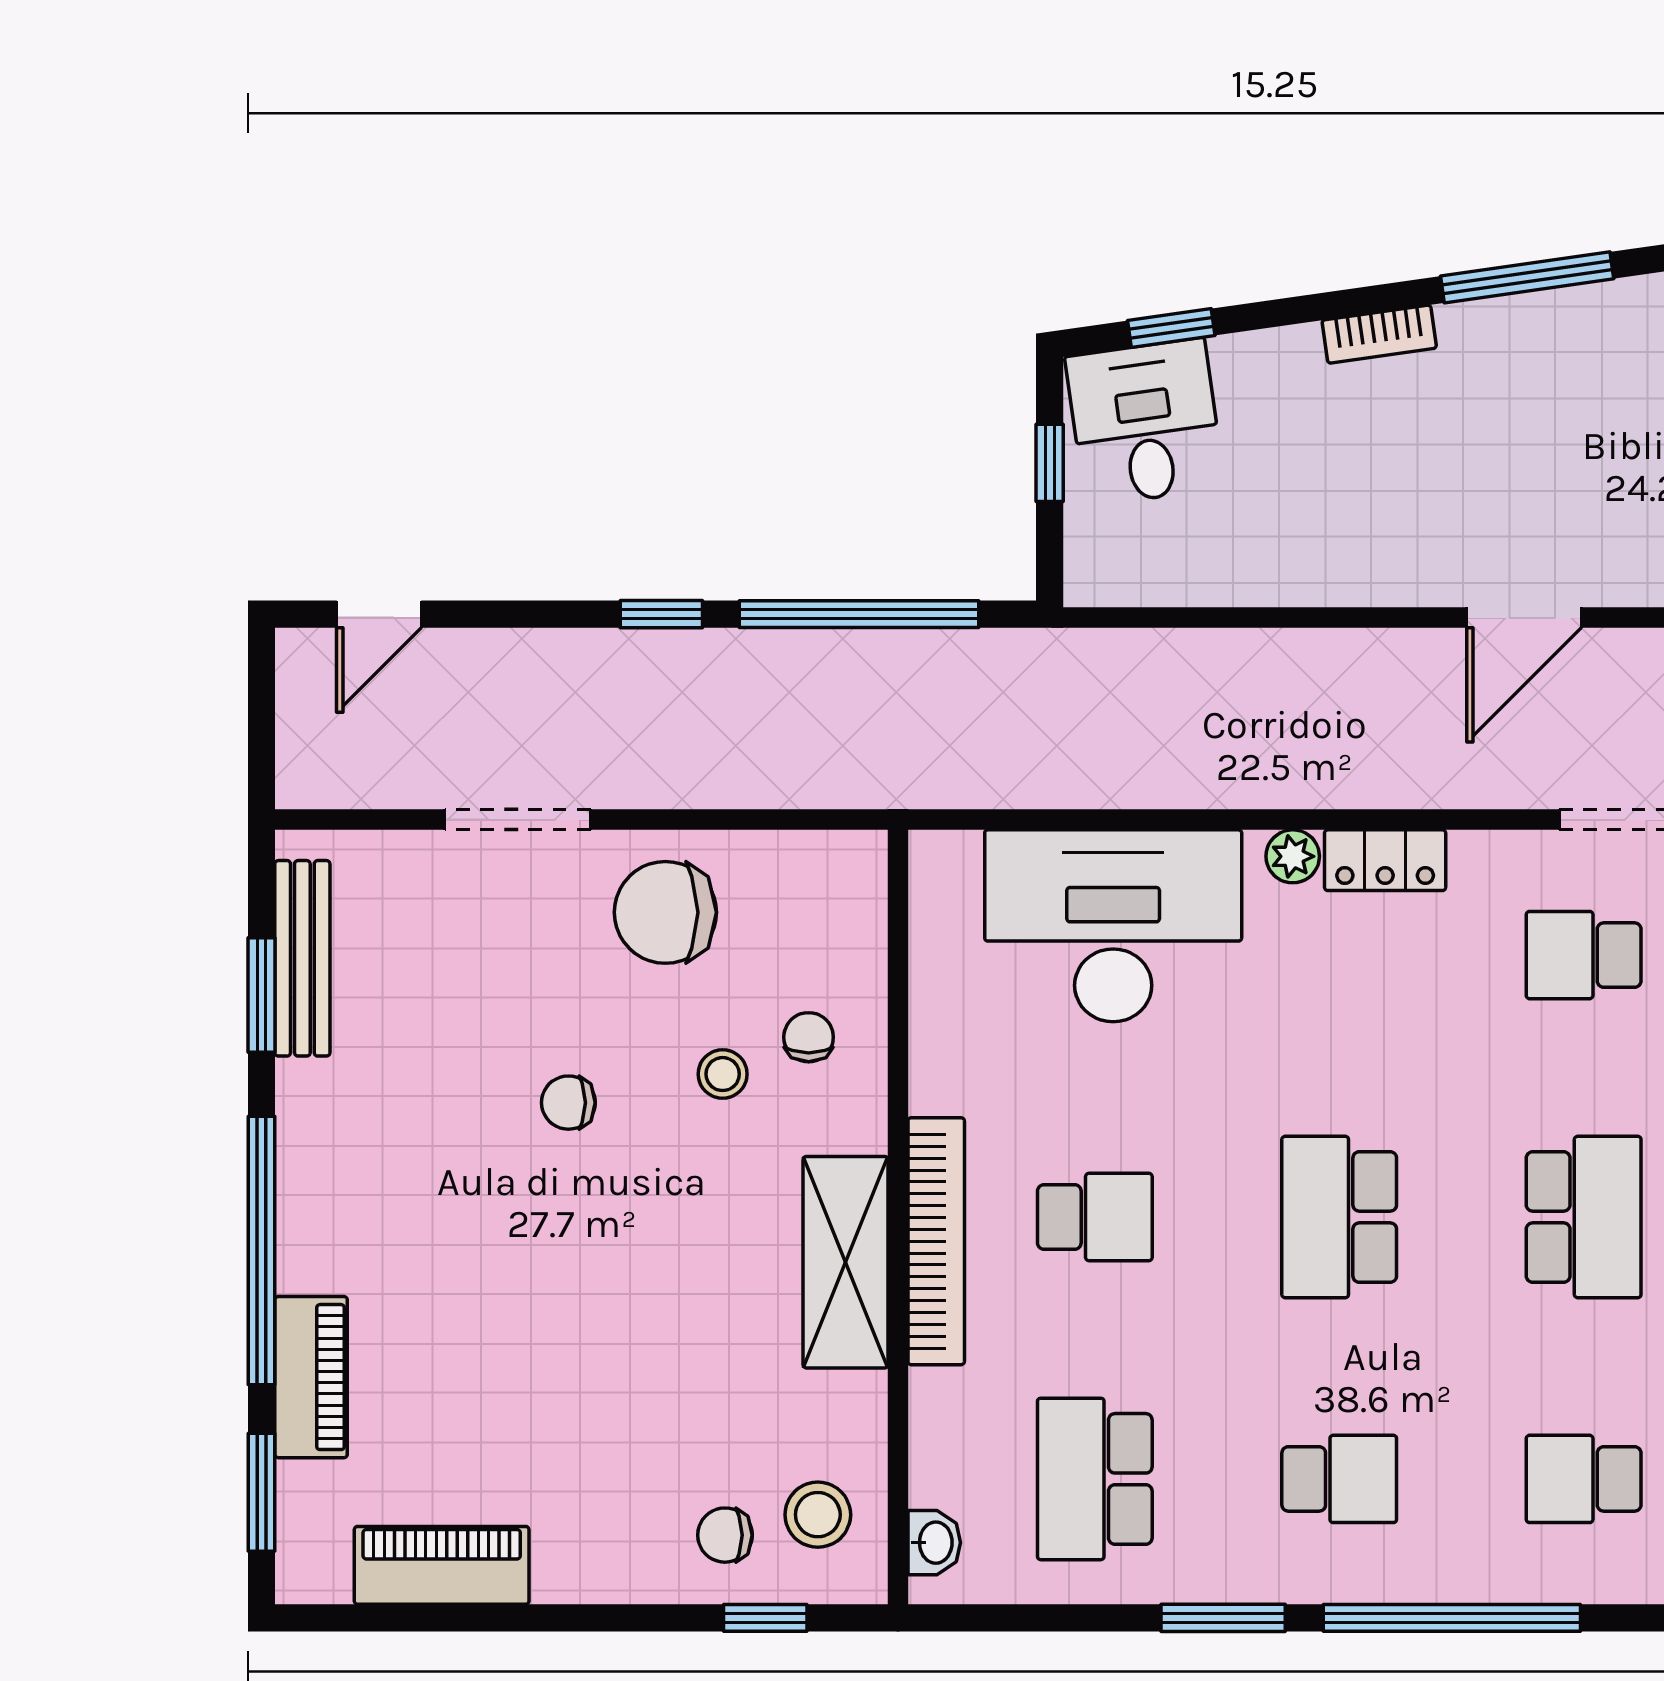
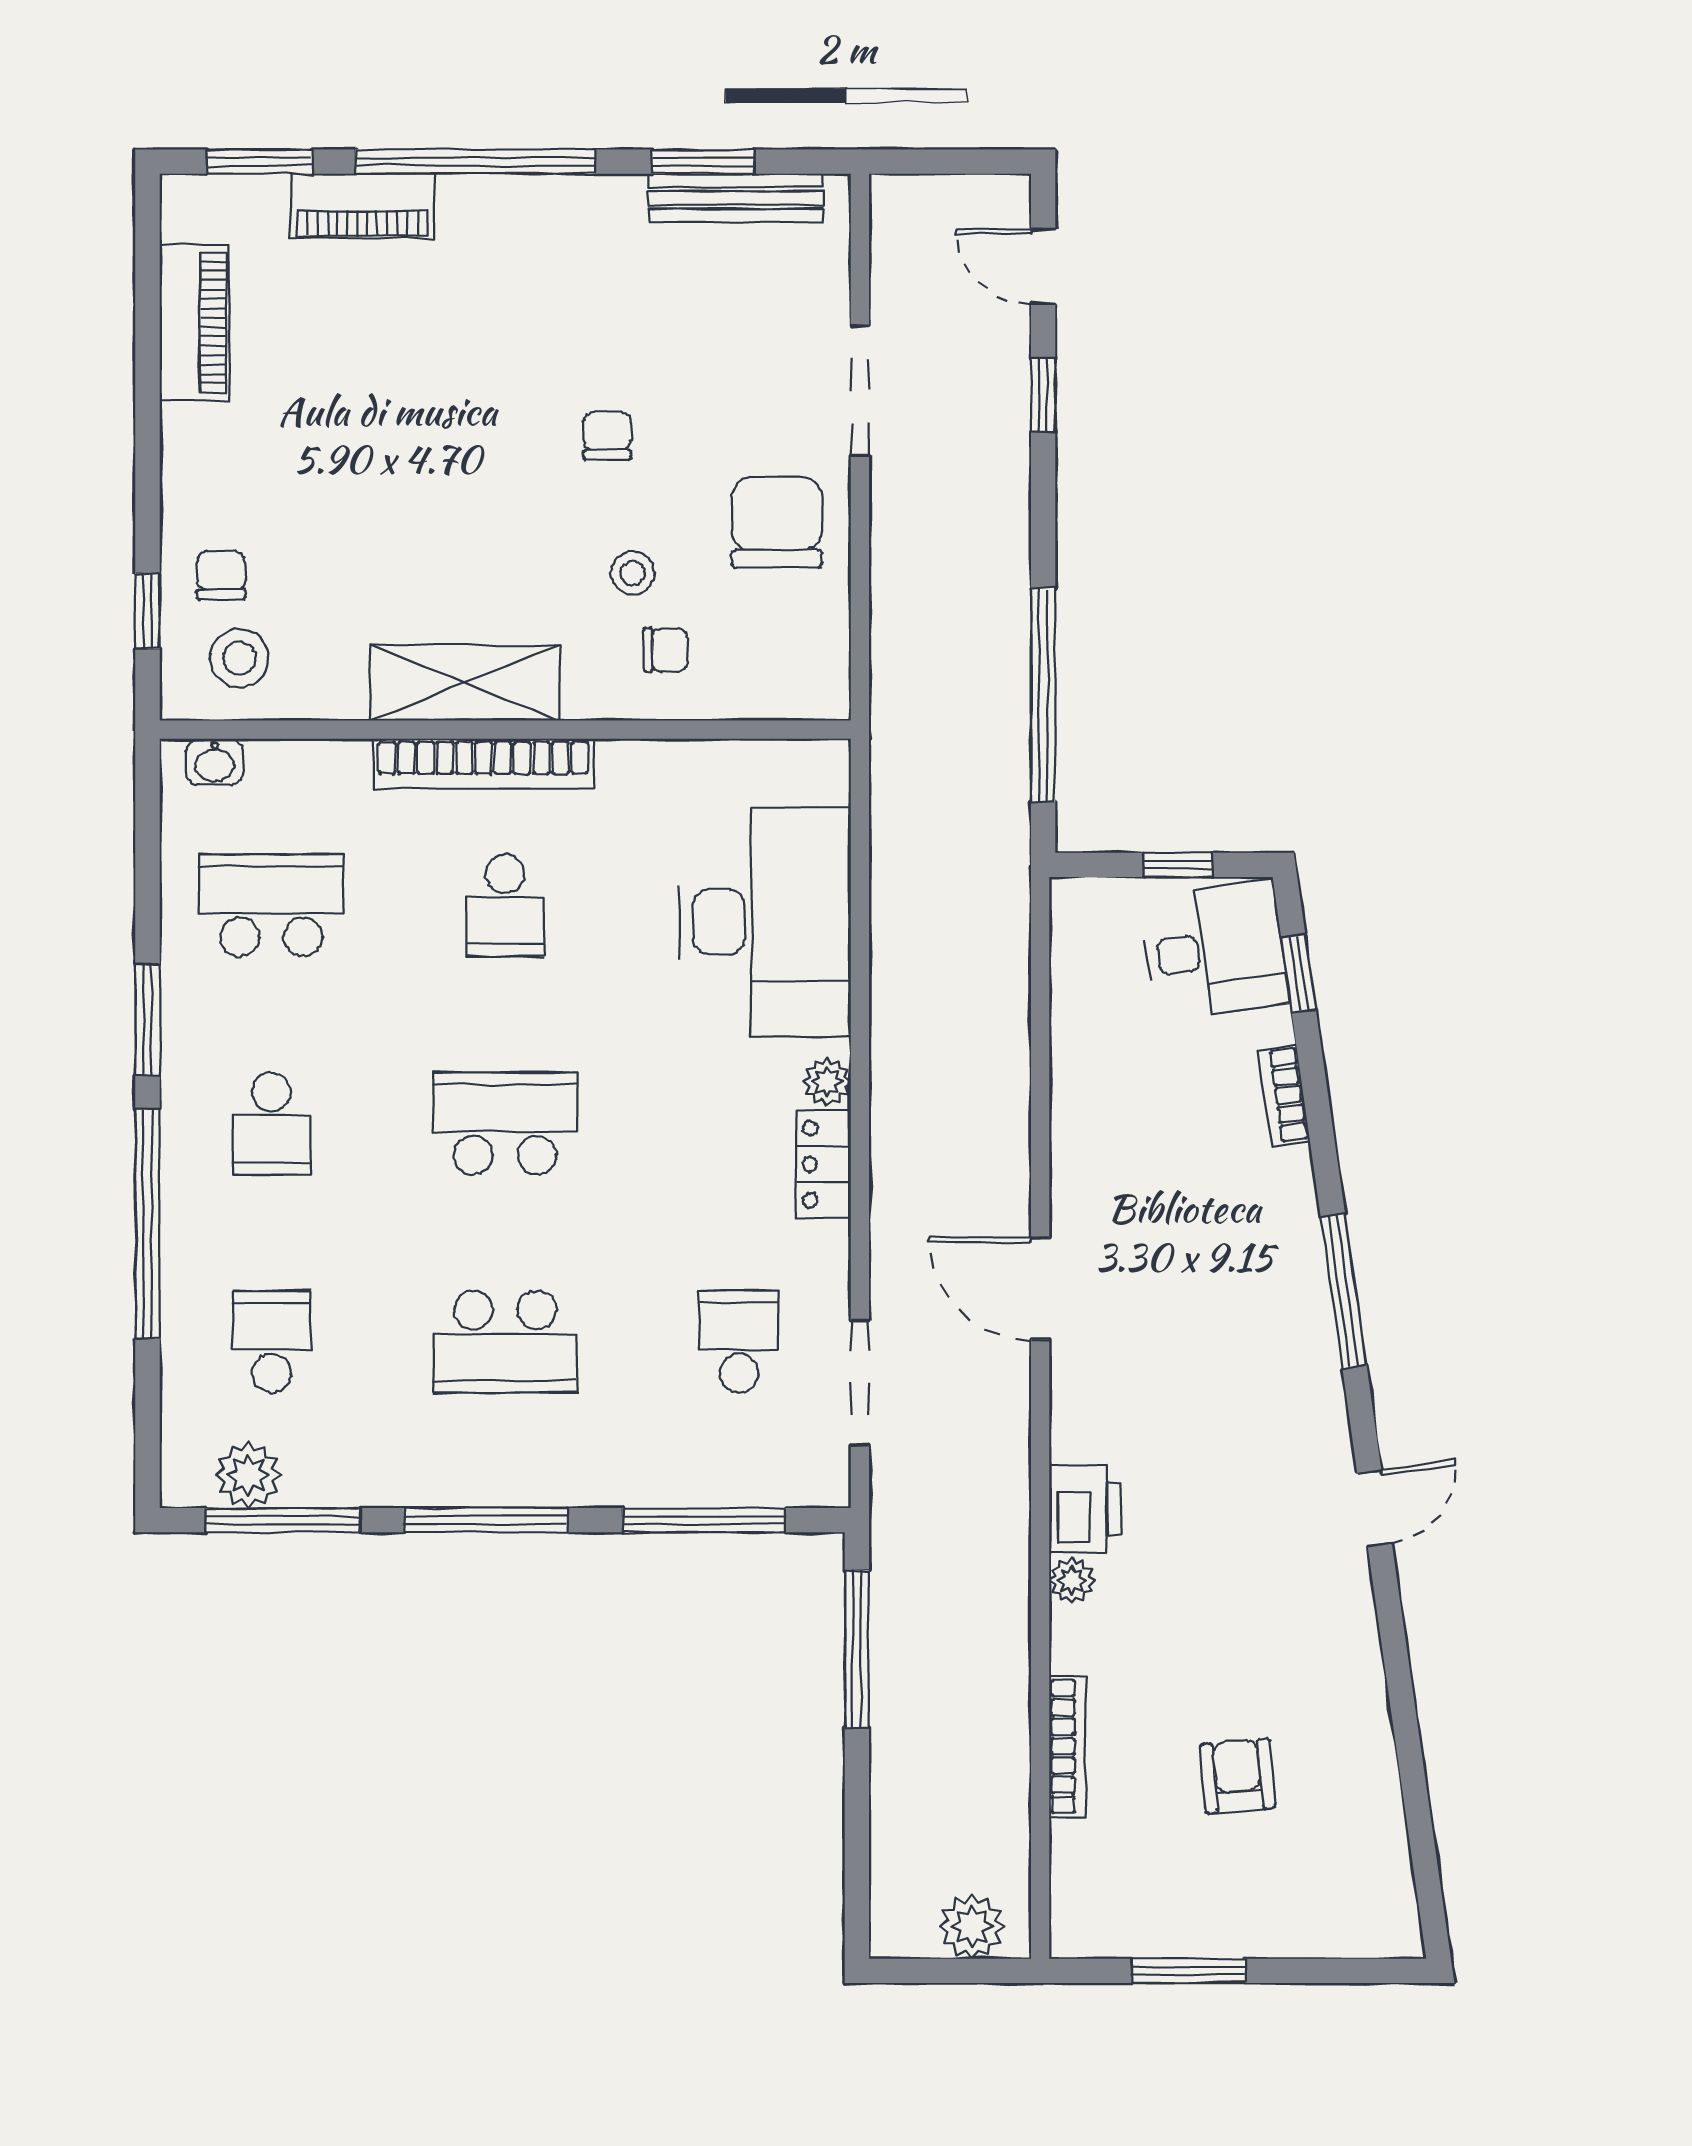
bookcase: (1379, 334) -> (1284, 1096), moved
window: (661, 614) -> (1043, 395), moved

